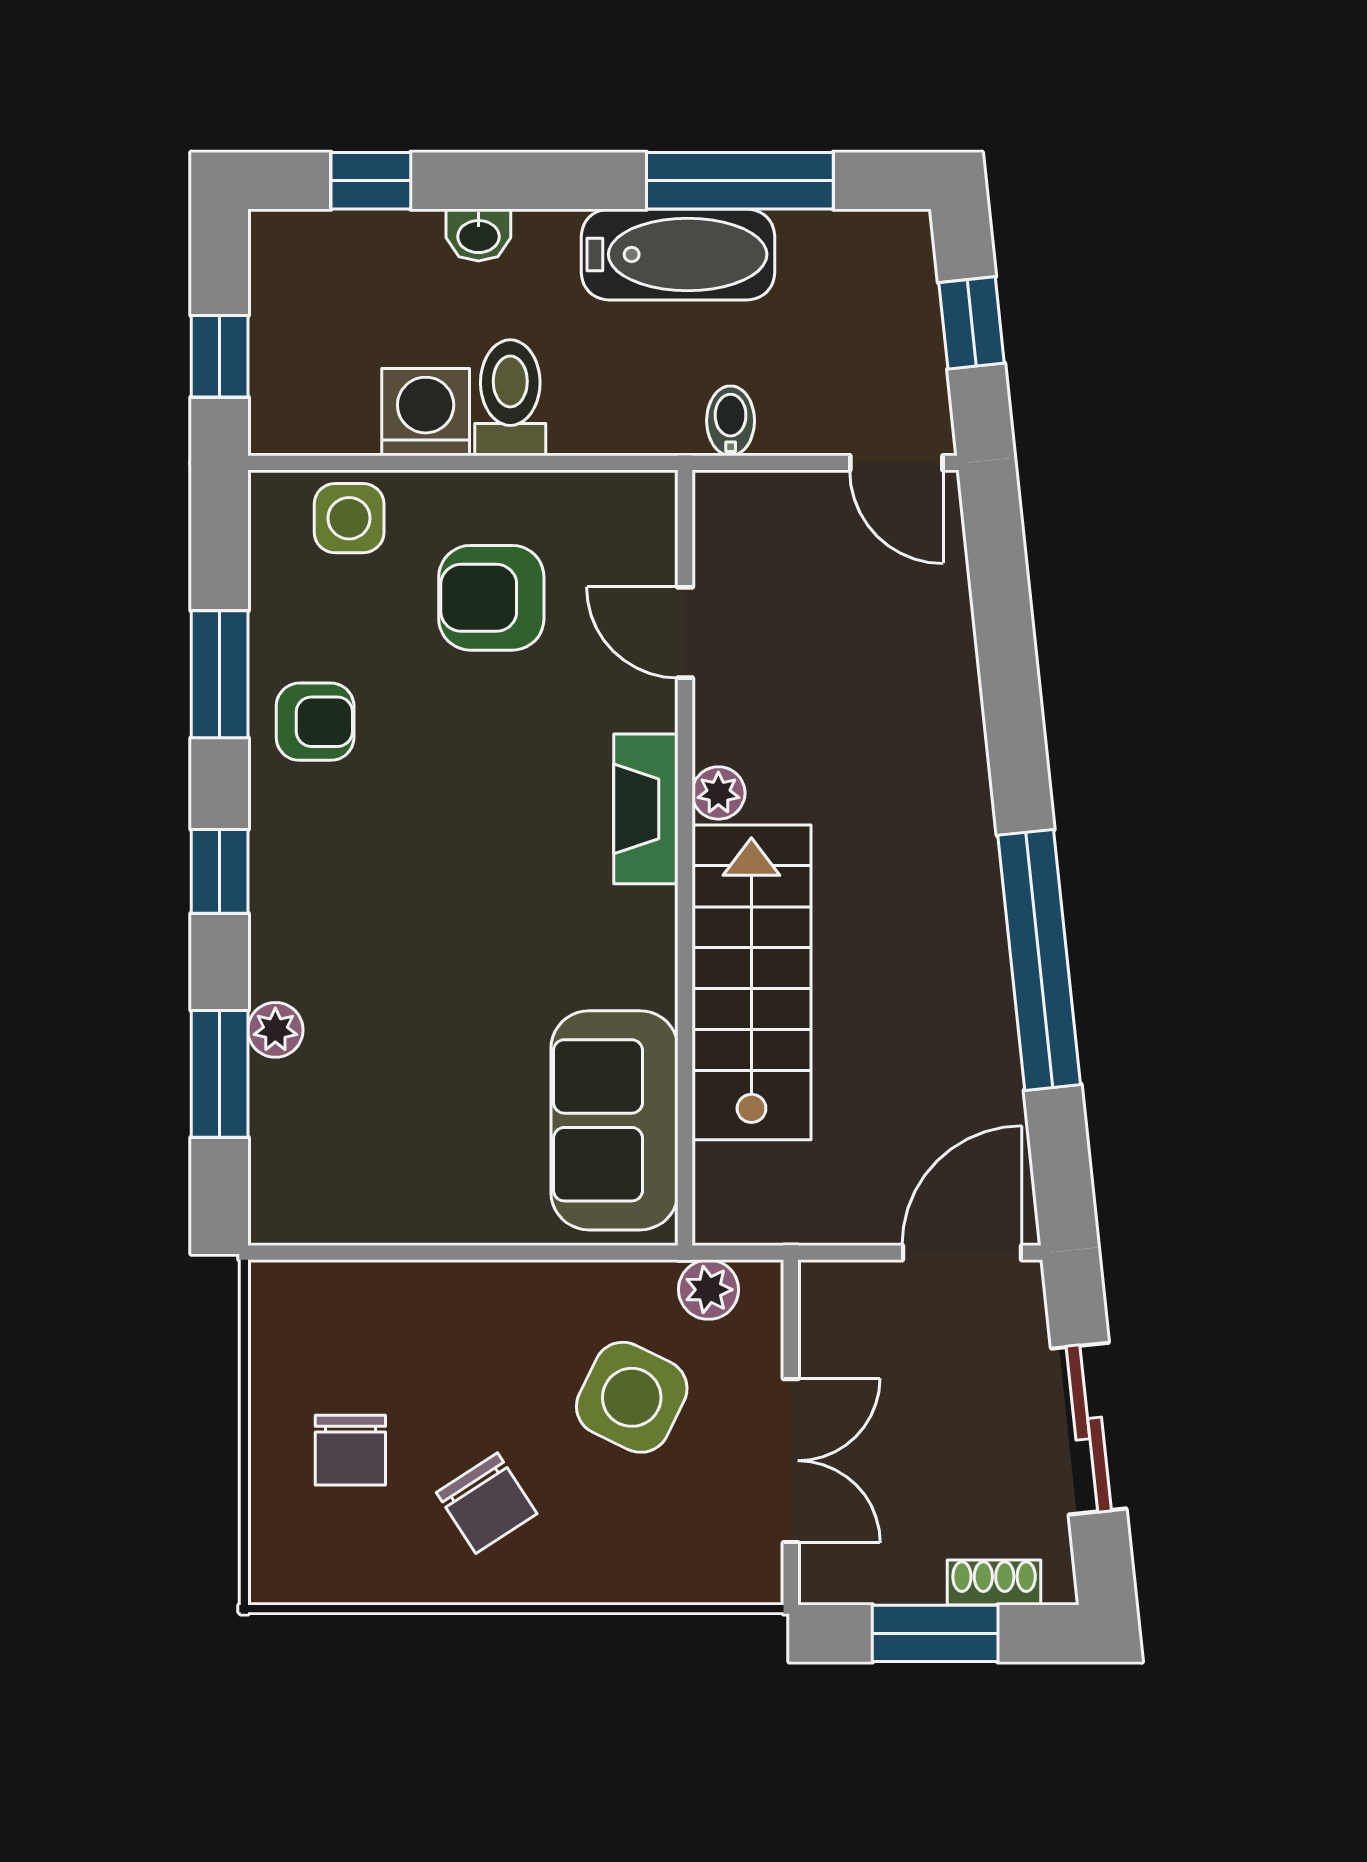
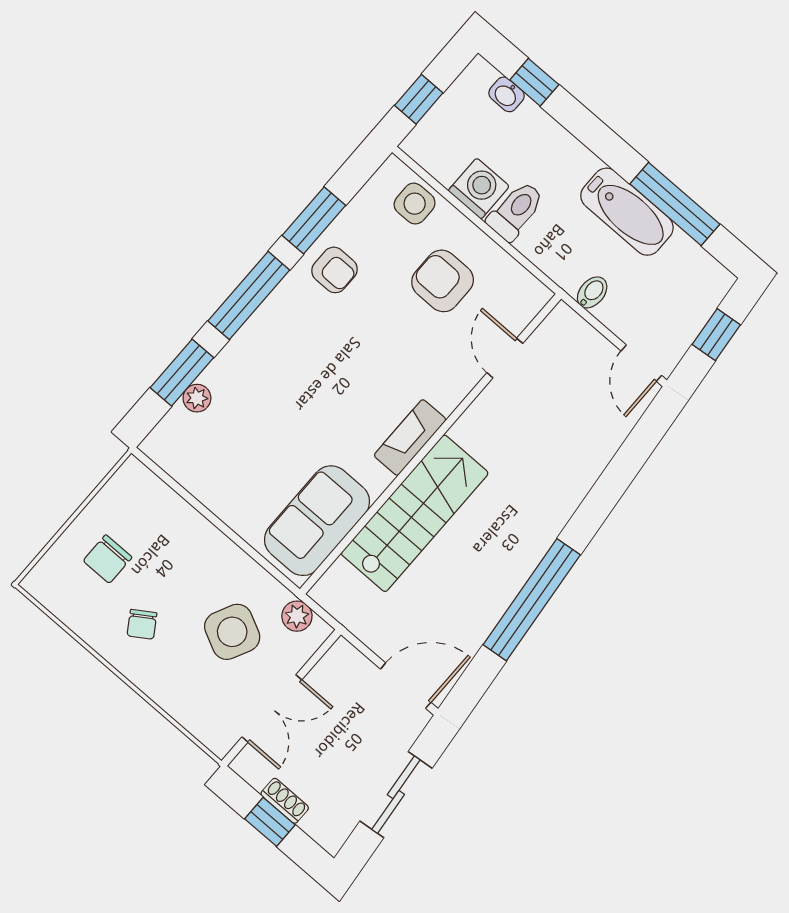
washbasin: (478, 235) -> (507, 94), moved
plant: (718, 793) -> (465, 430), removed
fireplace: (646, 809) -> (410, 437), moved
window: (220, 871) -> (249, 295), width x2.17
plant: (275, 1030) -> (197, 398), moved
chair: (487, 1503) -> (142, 624), width x0.73, depth x0.73
shoe rack: (994, 1583) -> (285, 801), moved
window: (935, 1633) -> (270, 822), width x0.67

